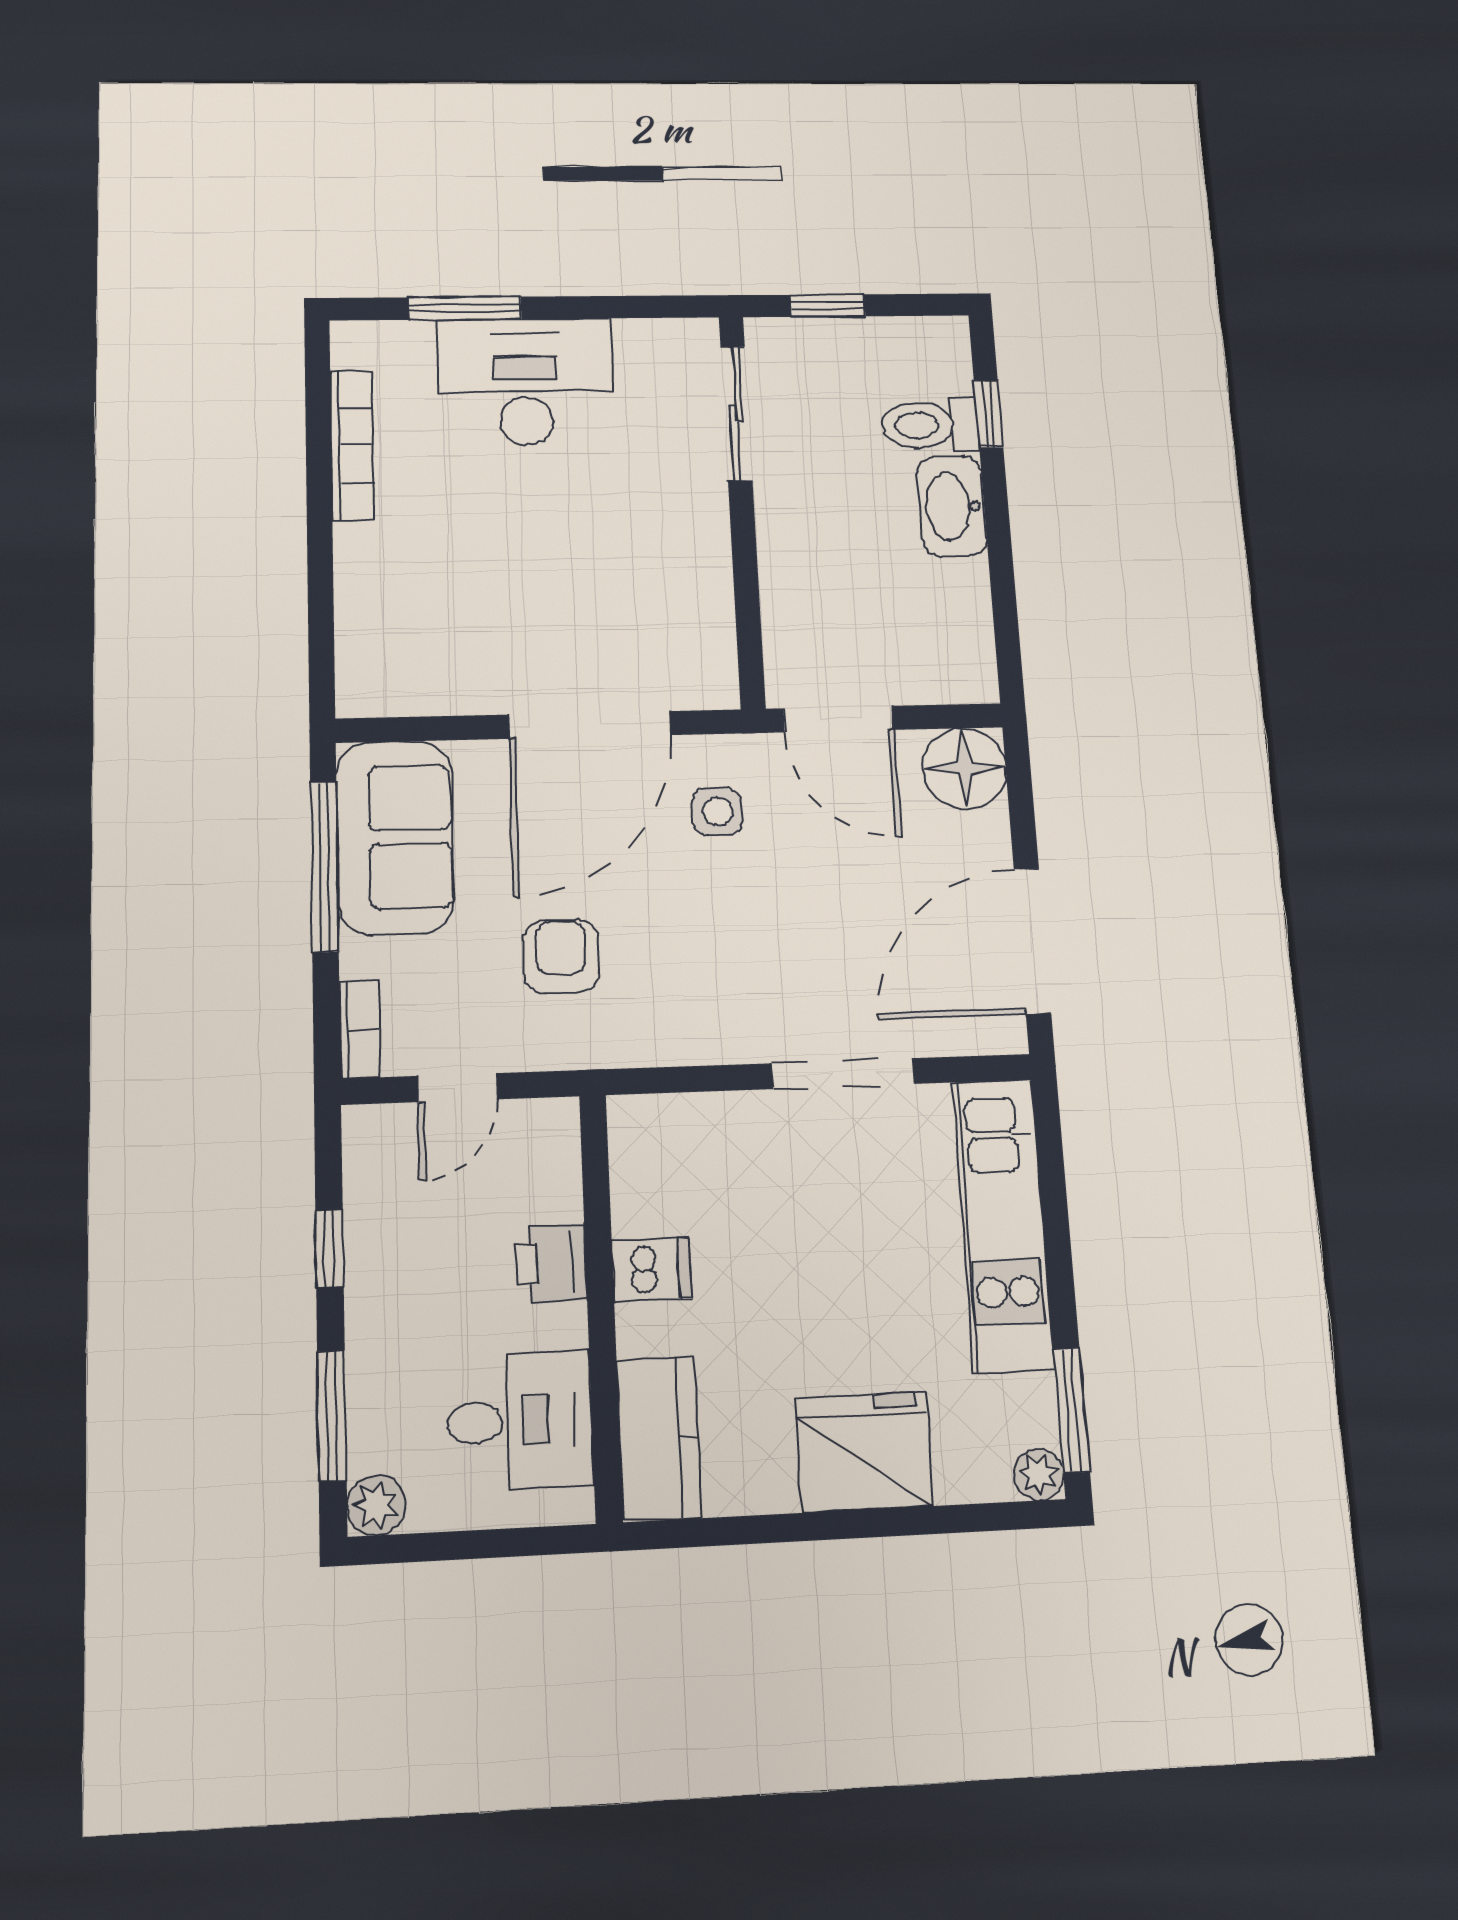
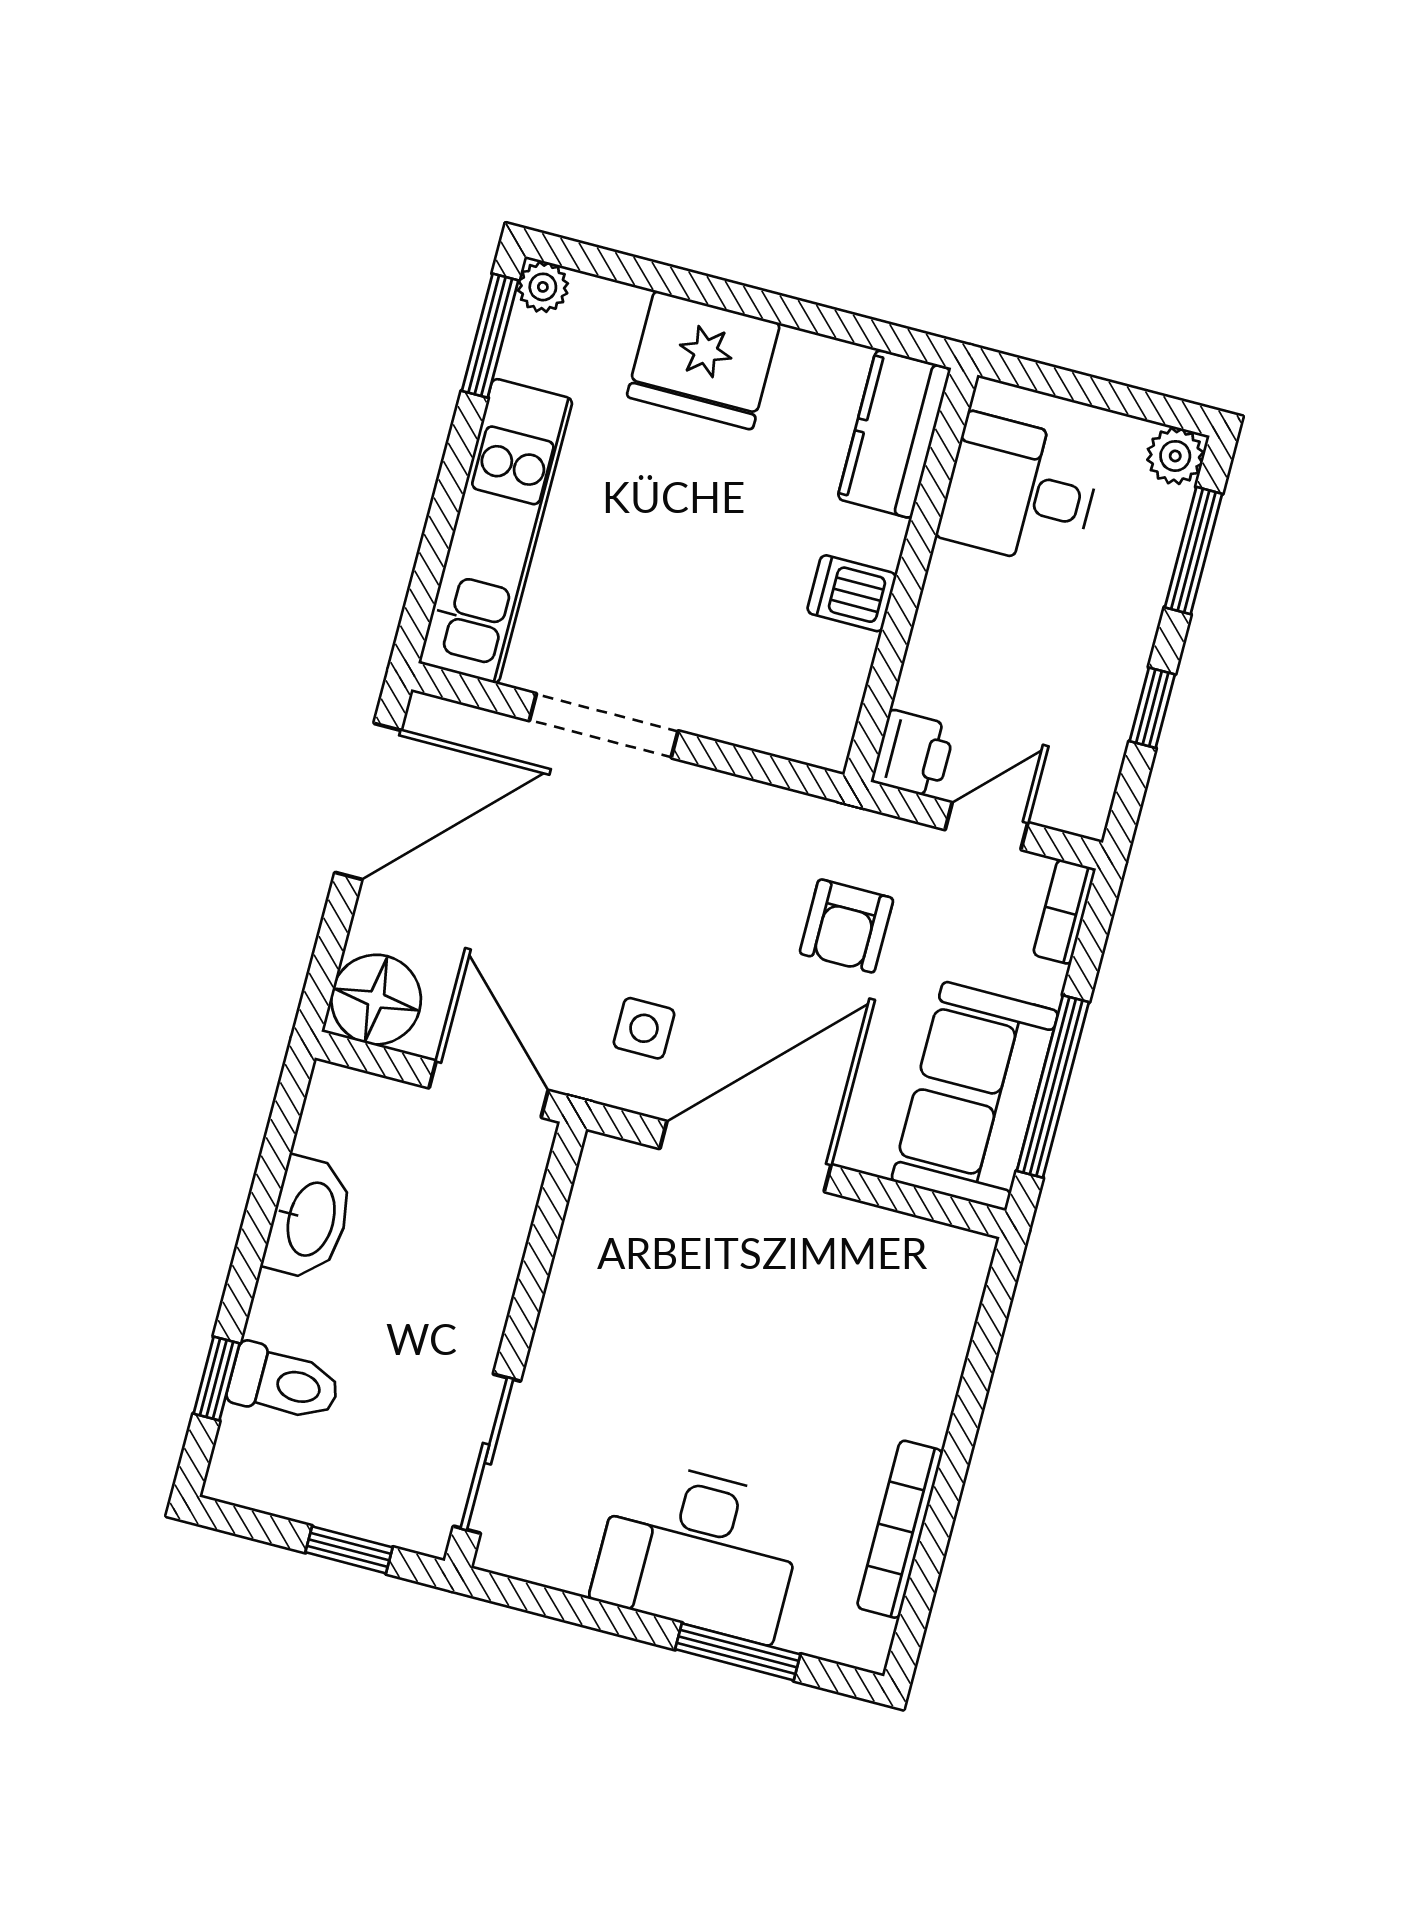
washbasin: (952, 506) -> (309, 1219), moved
printer: (551, 1263) -> (913, 754), moved

